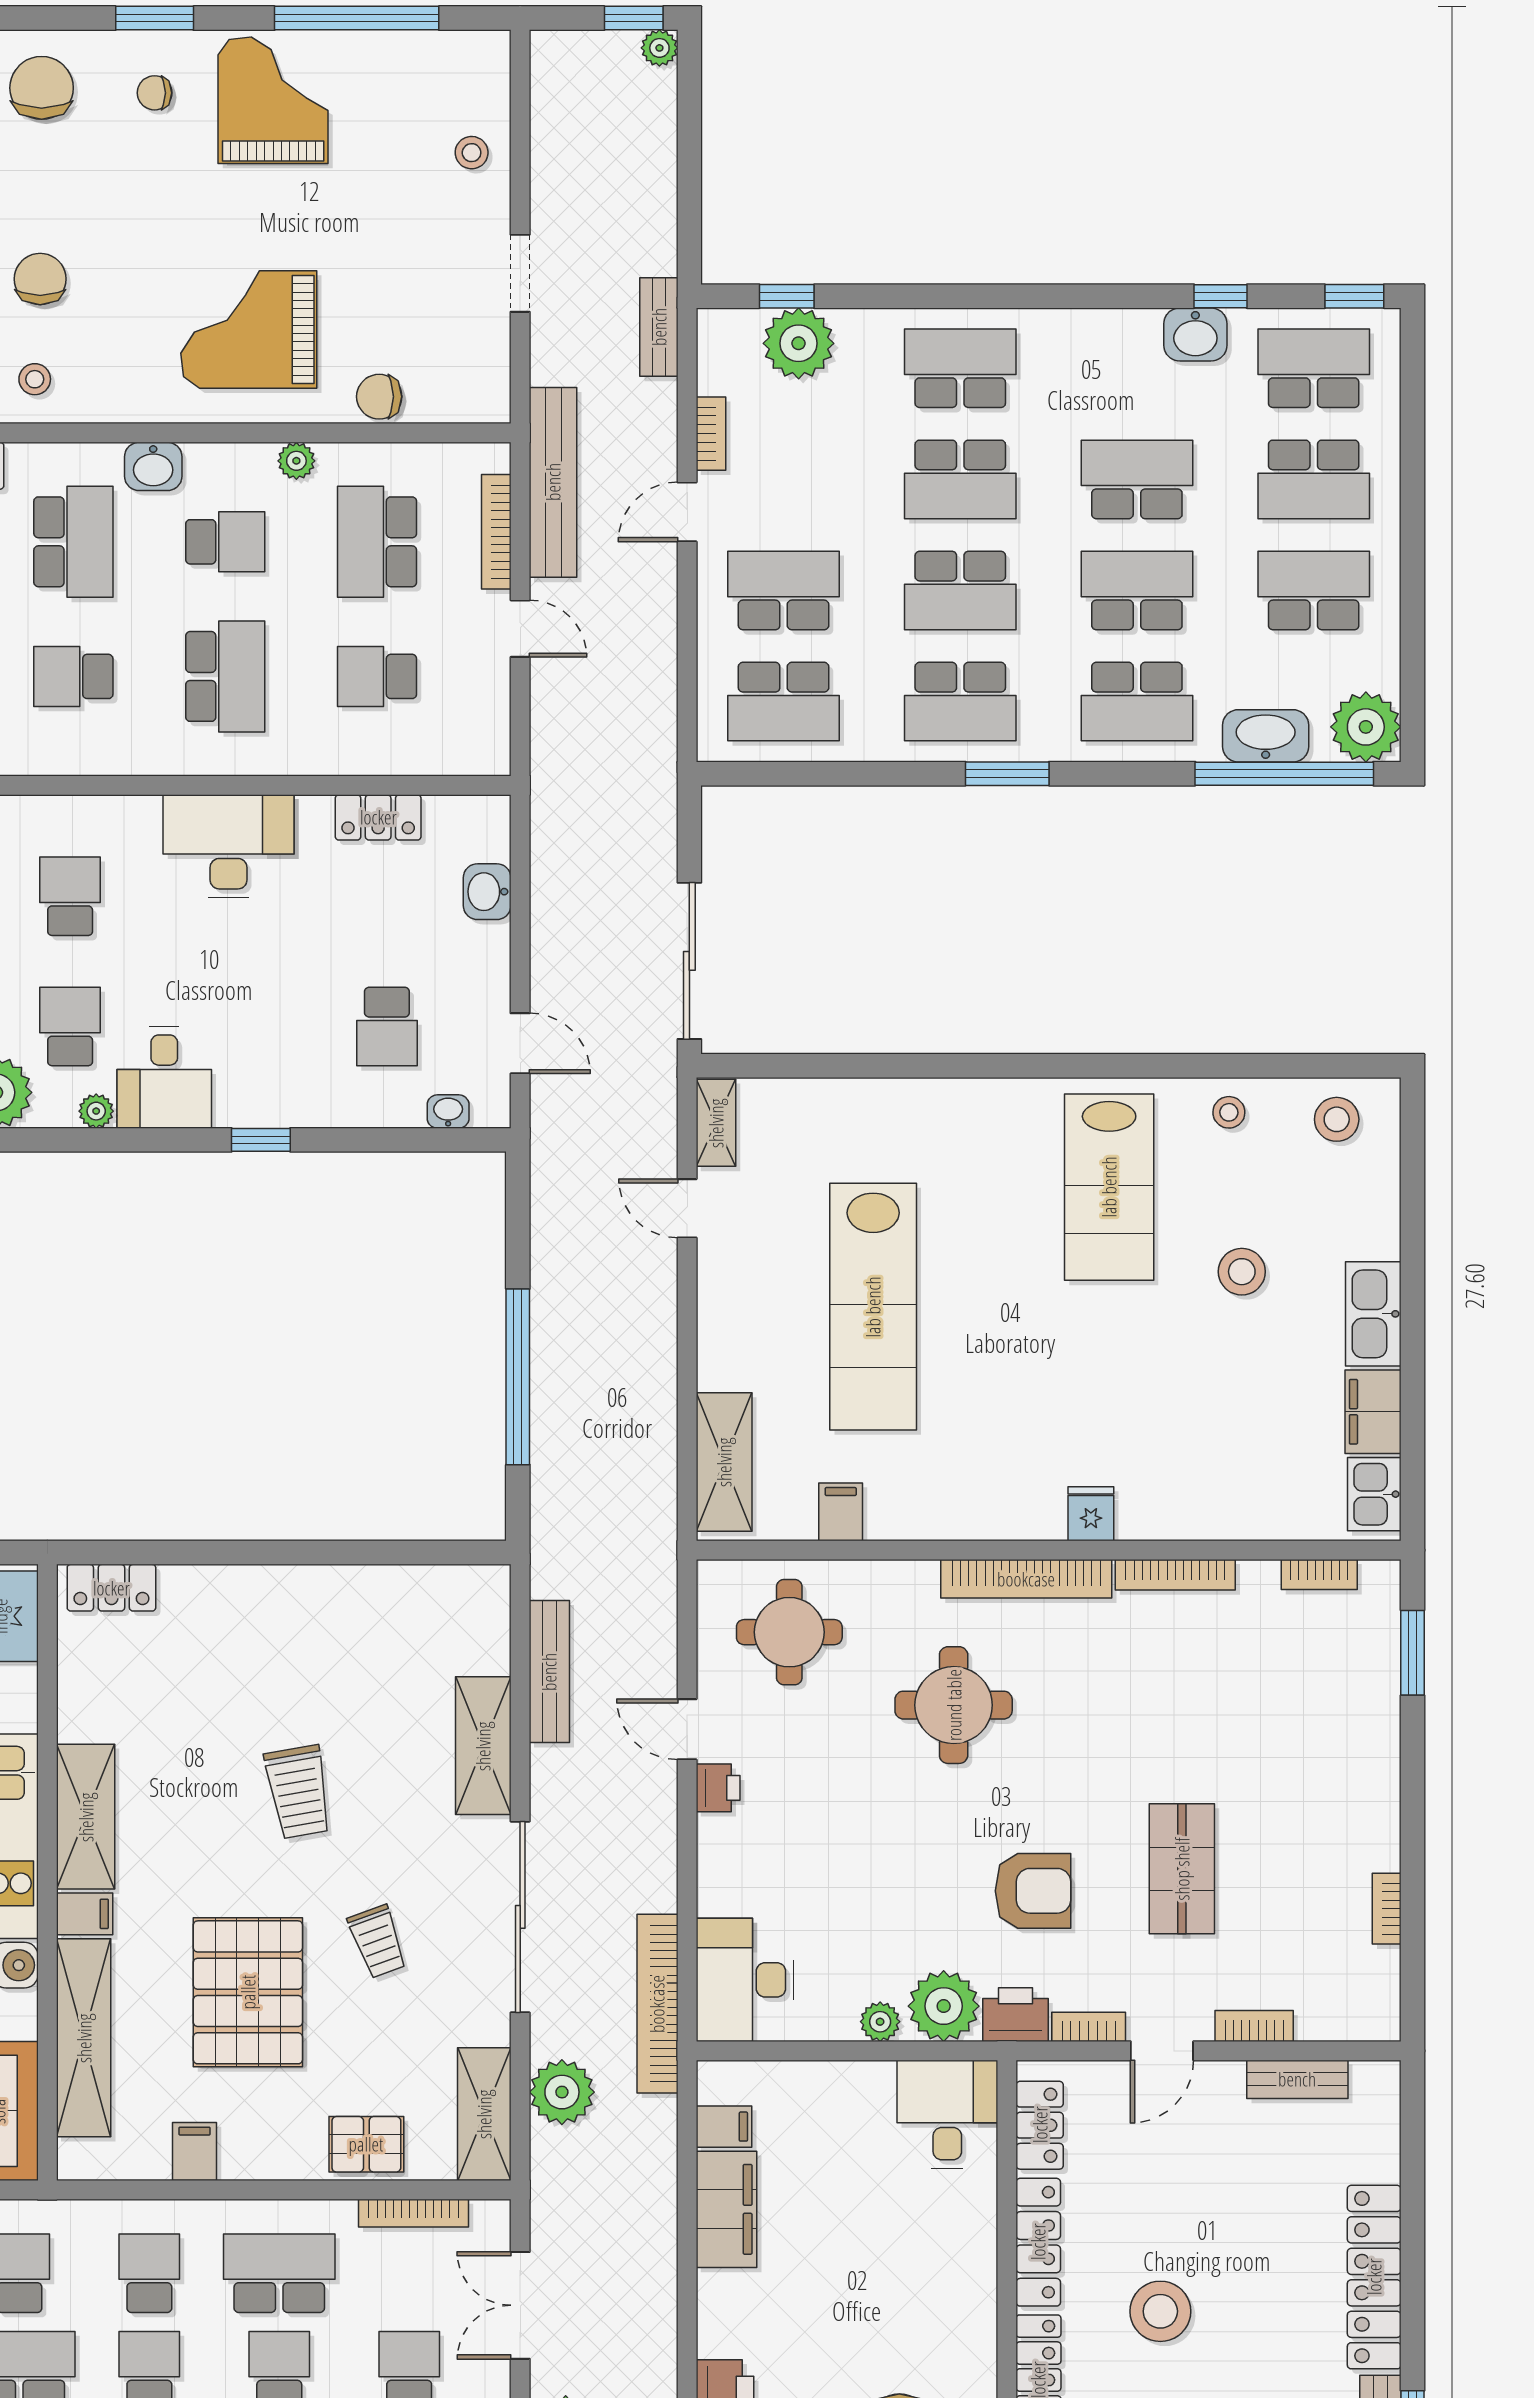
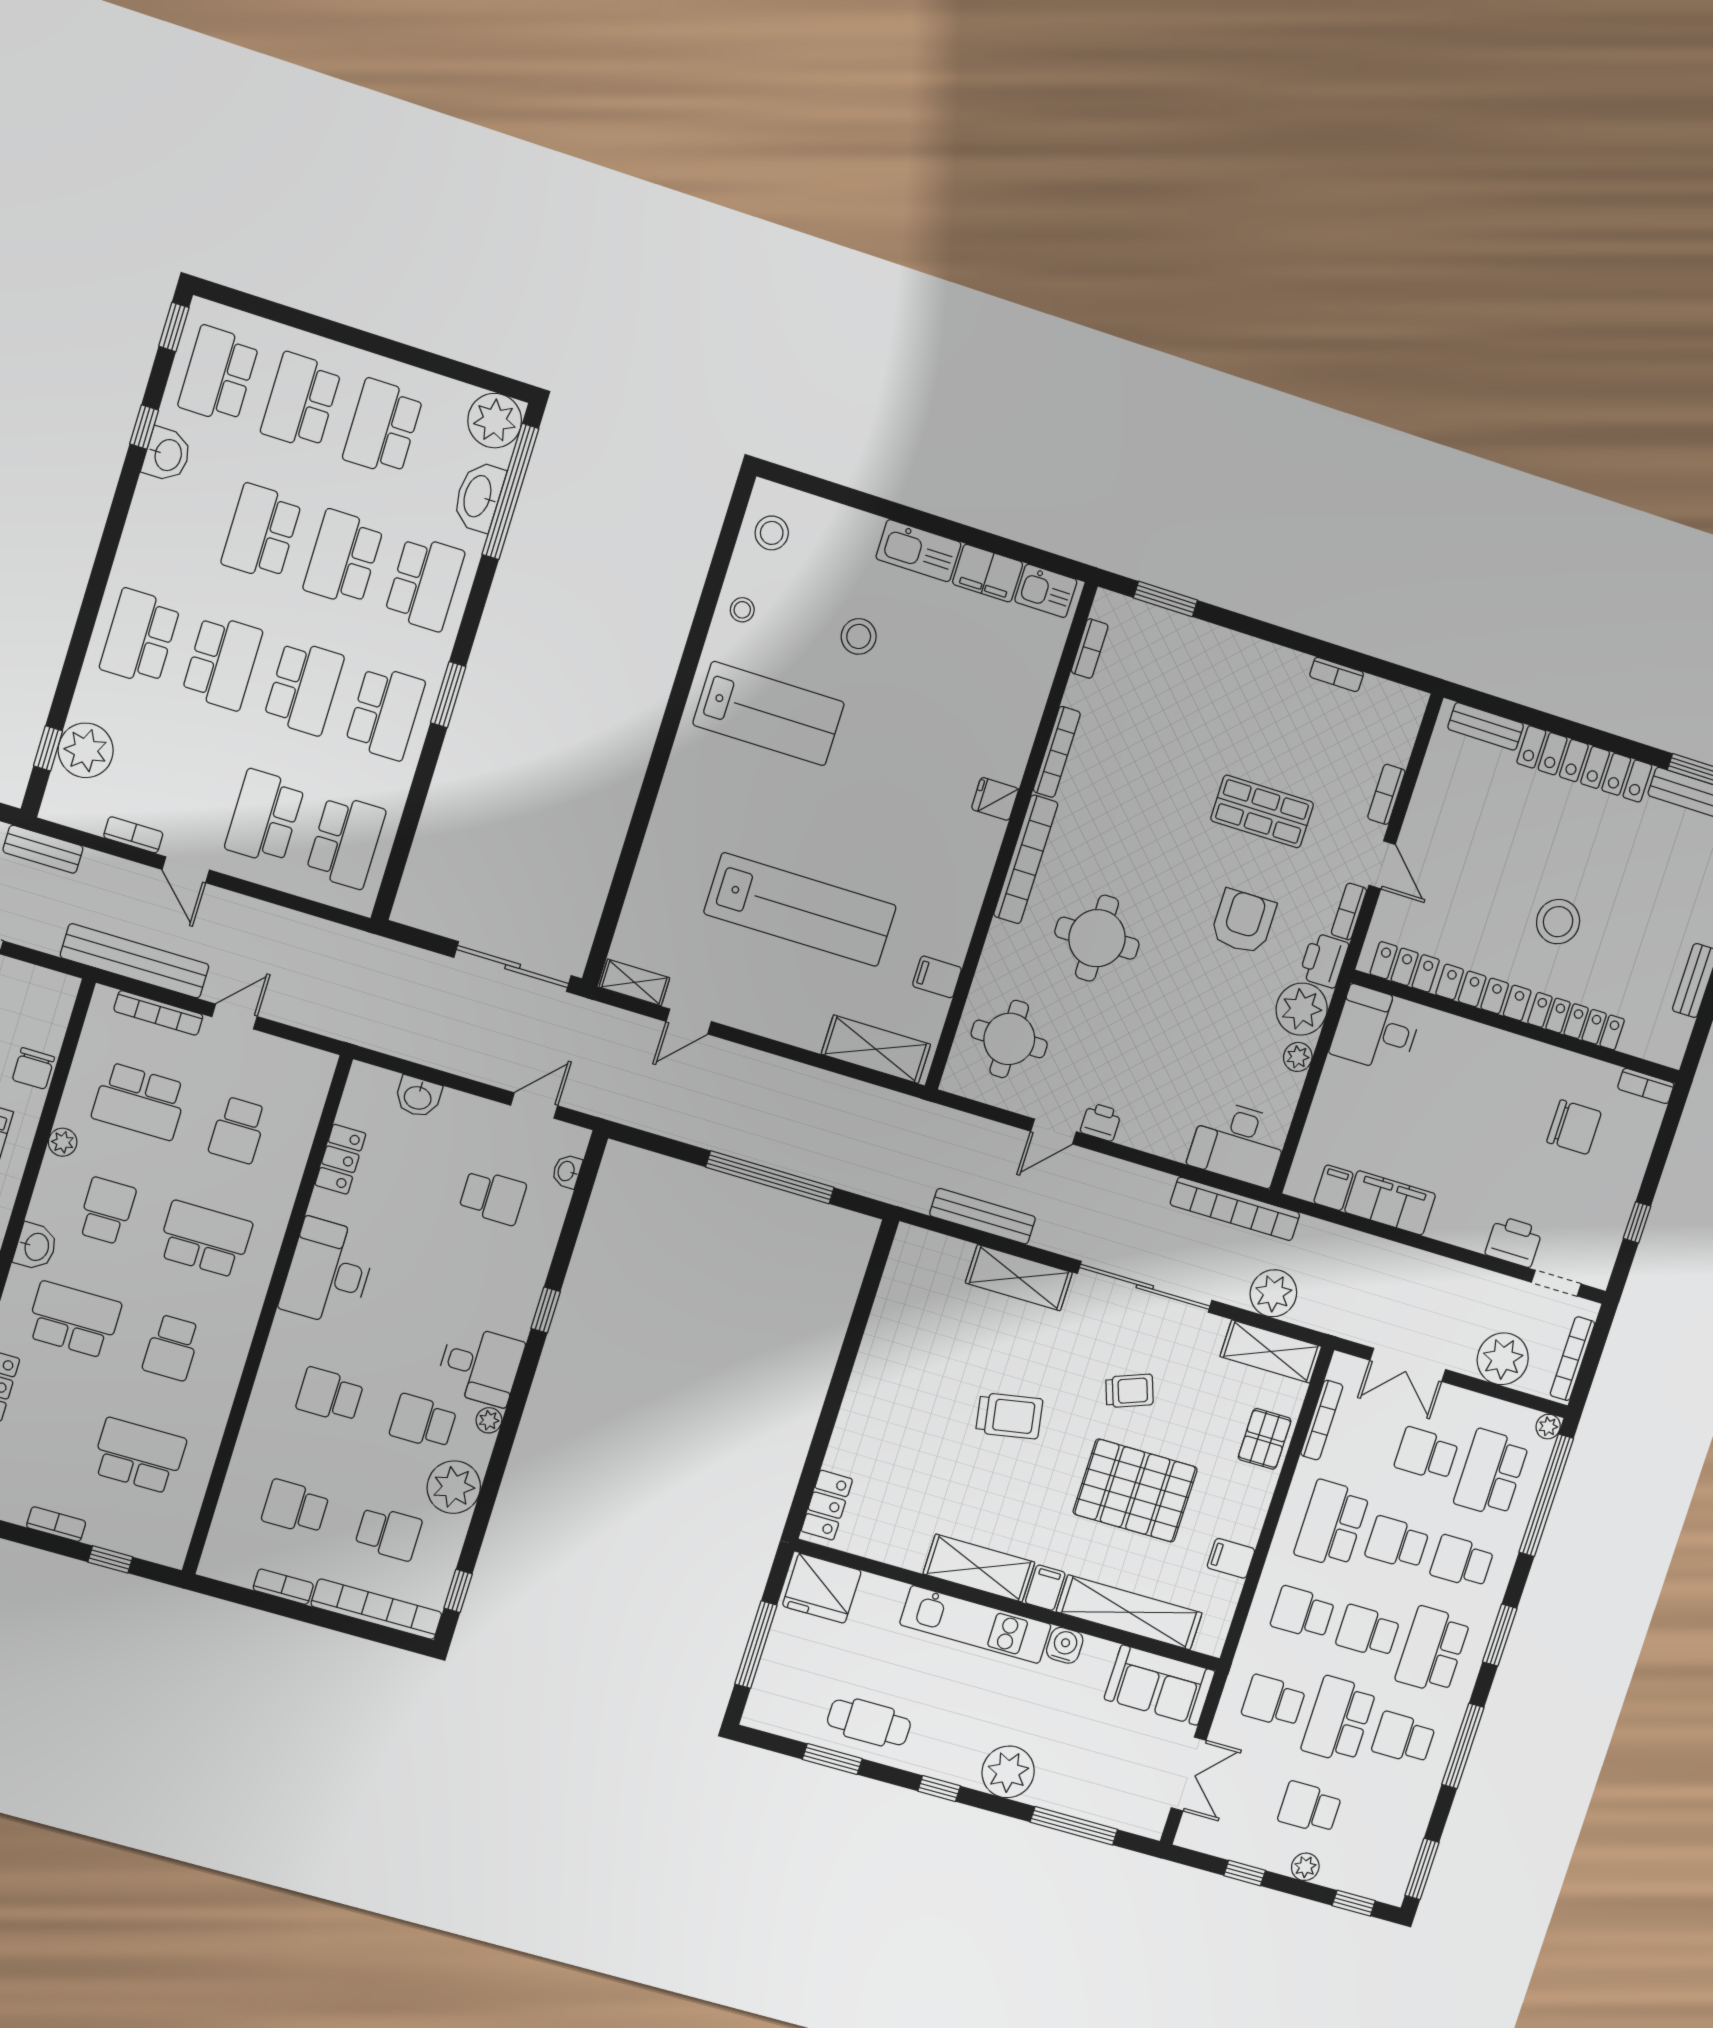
school desk: (1314, 479) -> (301, 401), turned 180
bench: (1297, 2079) -> (1486, 726), moved, turned 90

